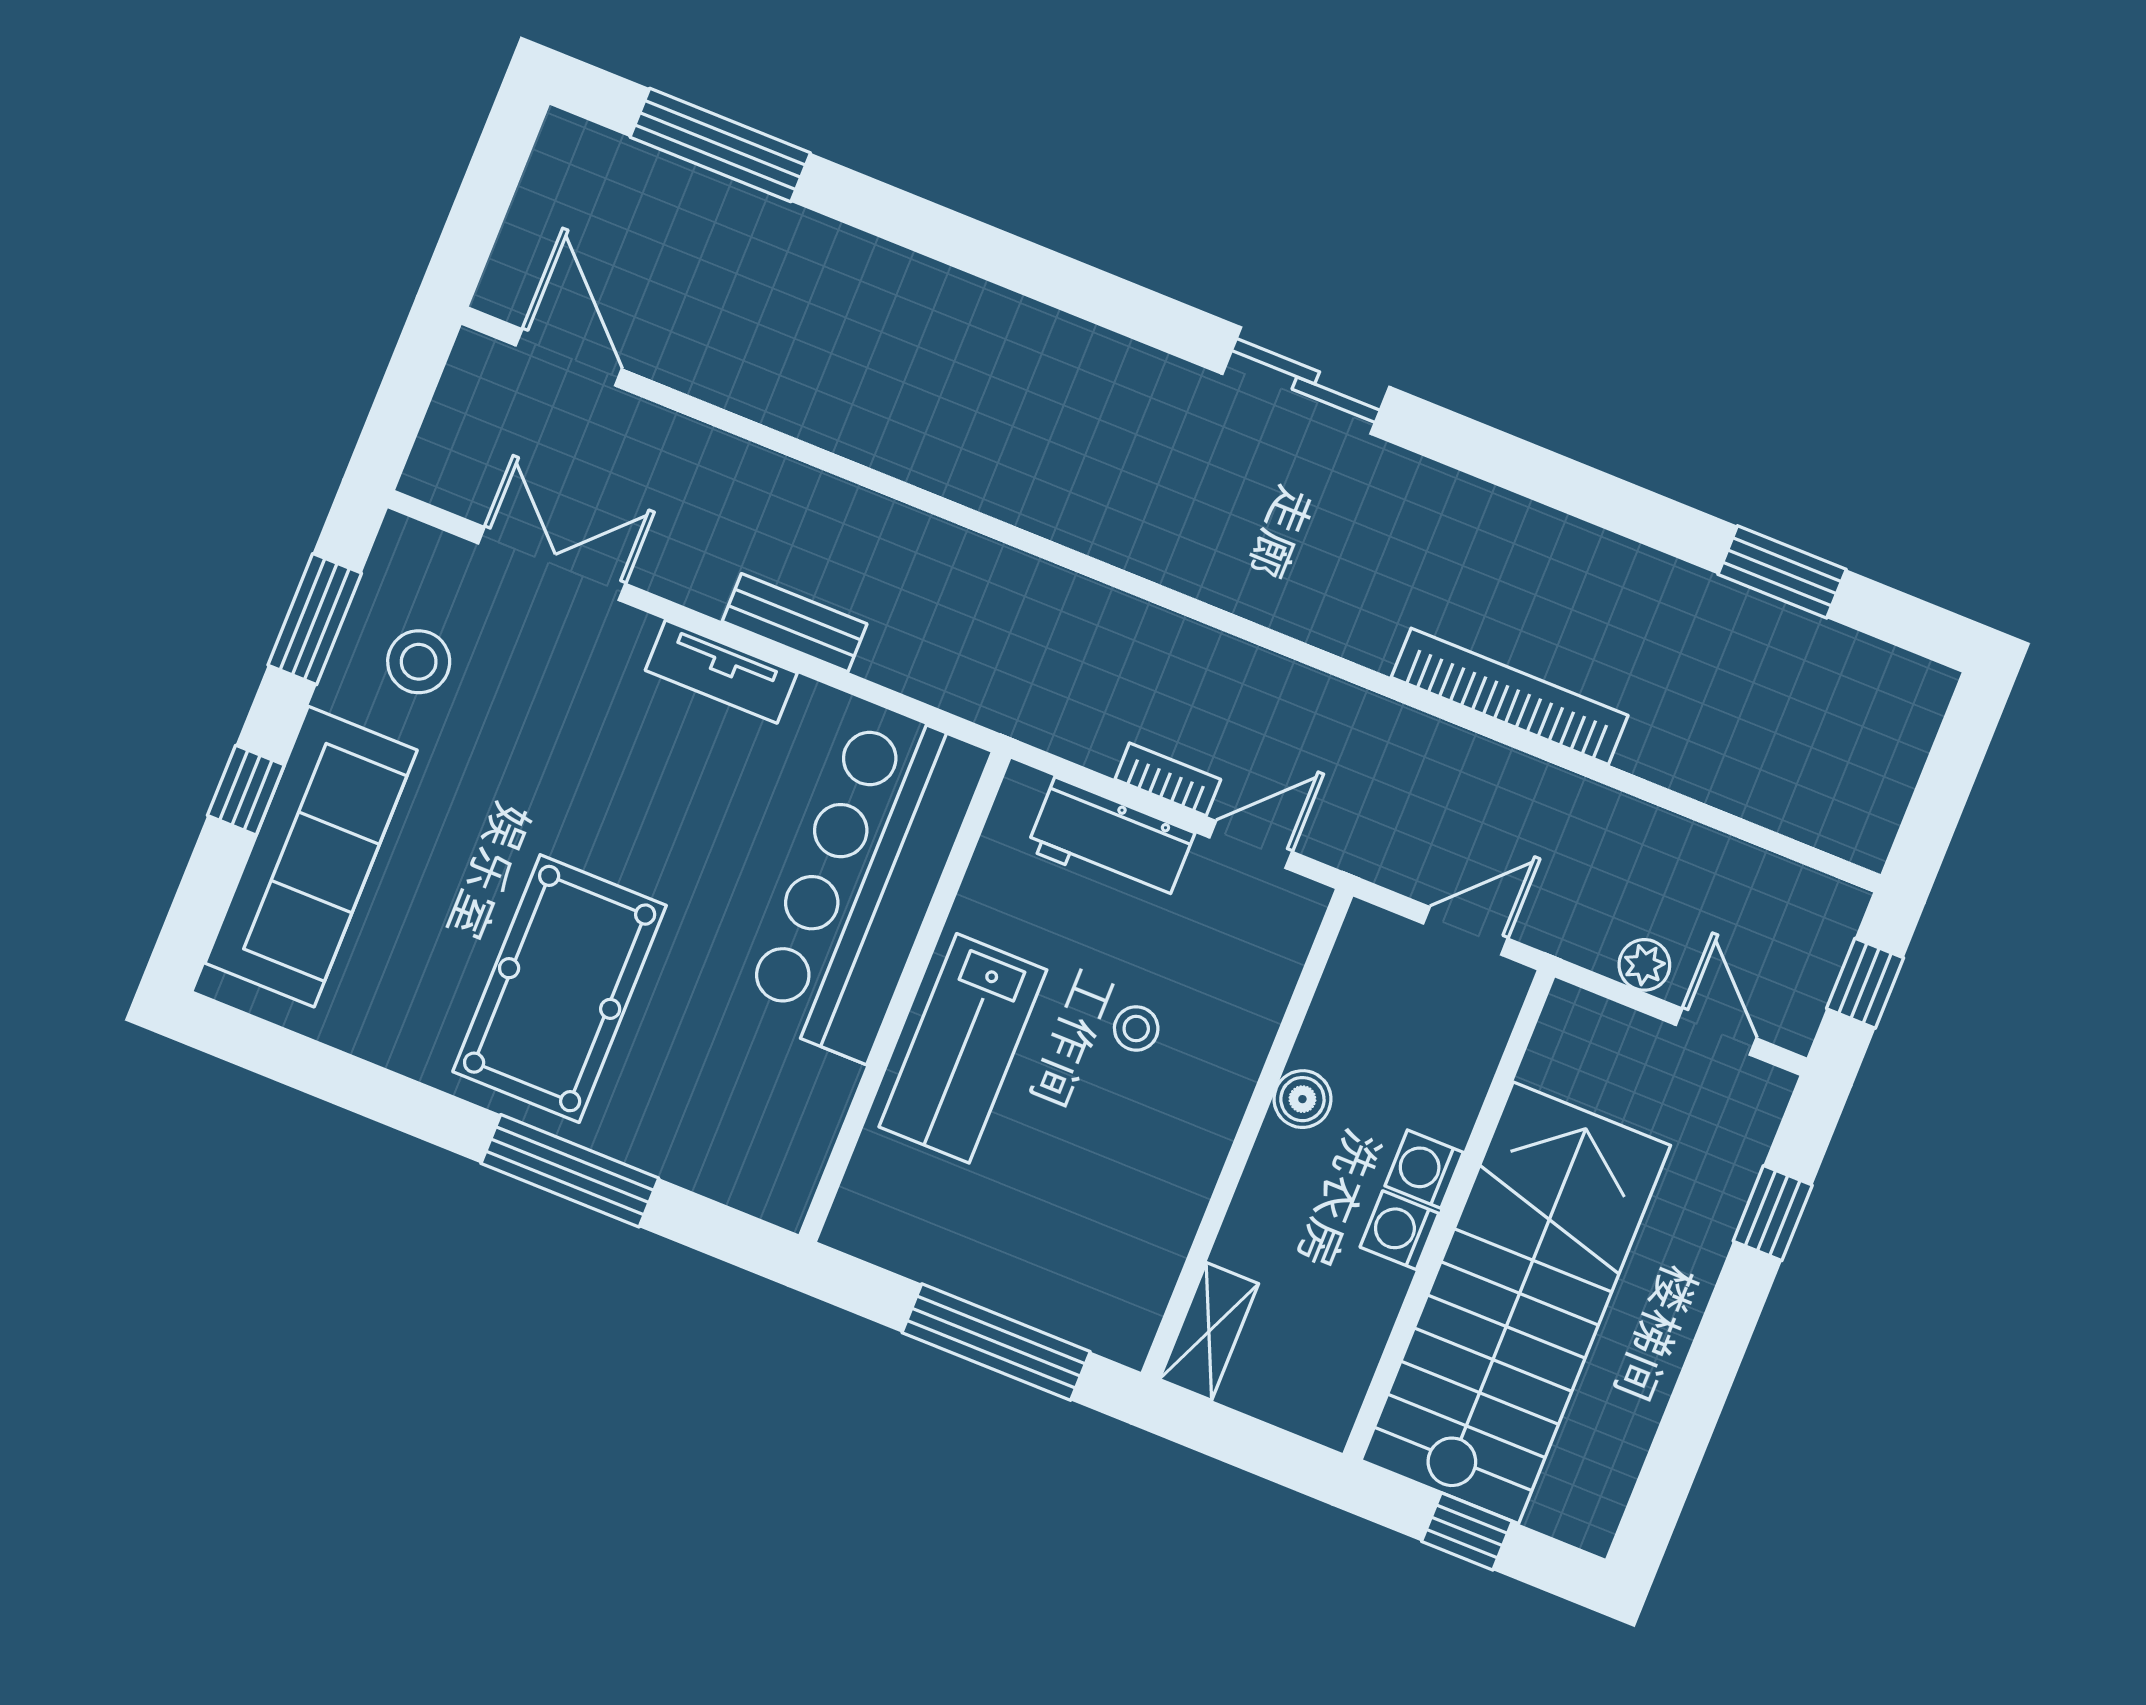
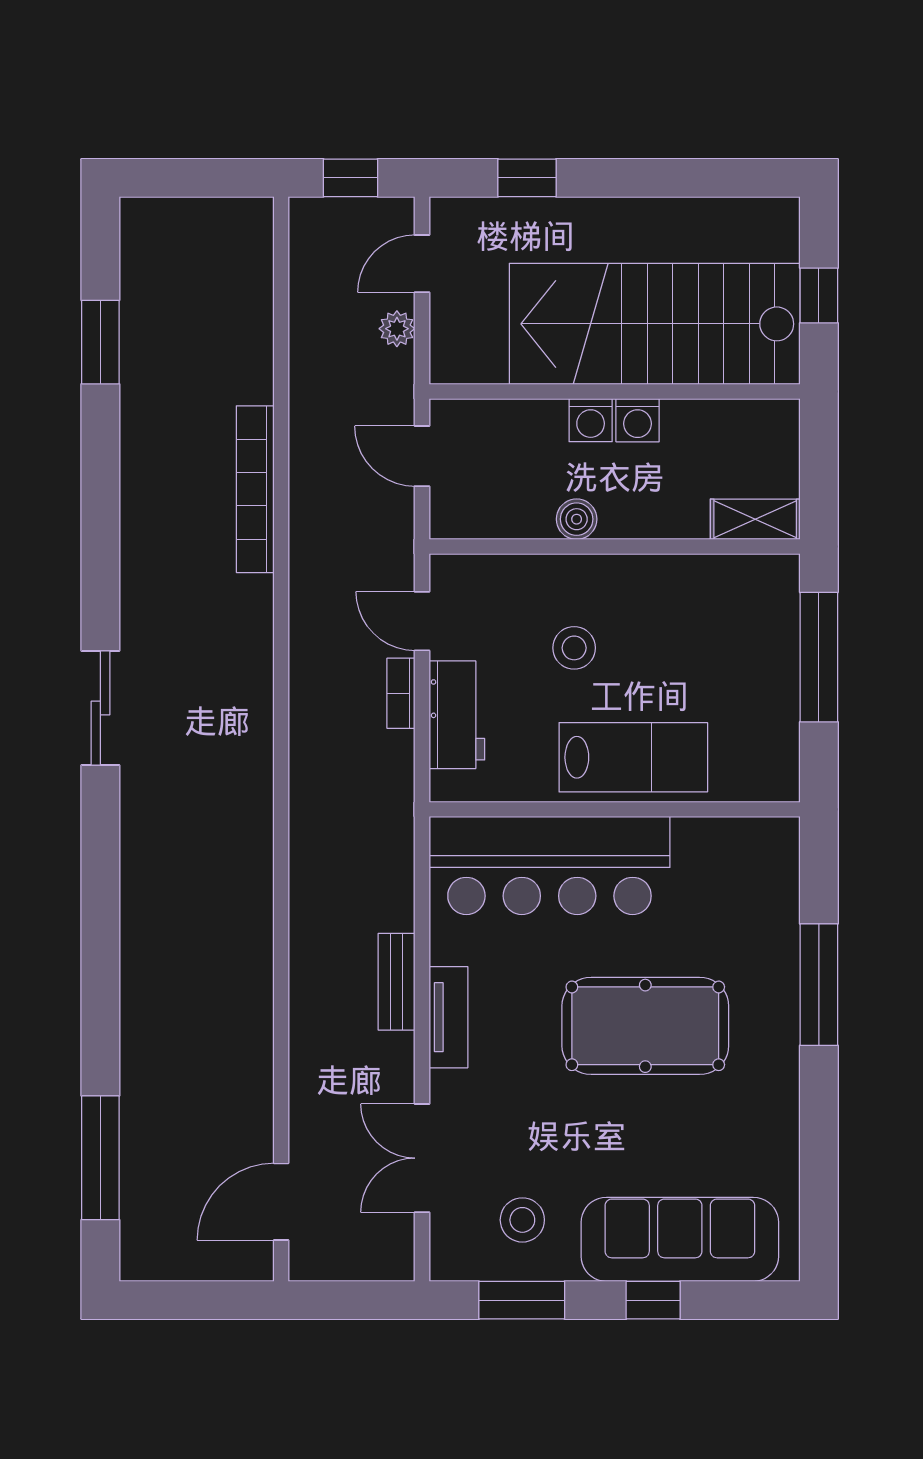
pool table: (560, 989) -> (645, 1026), moved
stool: (1136, 1028) -> (574, 648), width x1.37, depth x1.37

